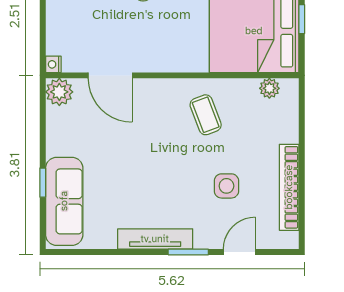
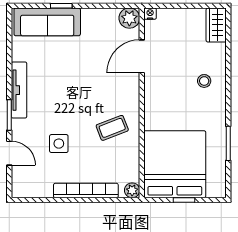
plant: (269, 88) -> (132, 190), moved
bookcase: (289, 187) -> (86, 191), moved

